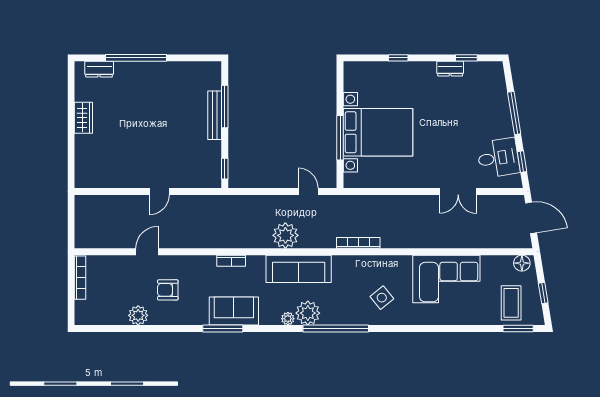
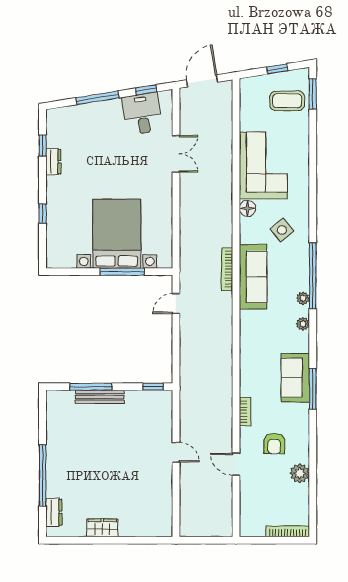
plant: (285, 235) -> (220, 326), removed
bookcase: (358, 243) -> (227, 269), moved
bookcase: (231, 261) -> (245, 412), moved
floor lamp: (522, 263) -> (247, 208), moved
sofa: (299, 269) -> (253, 277), moved
bookcase: (80, 278) -> (288, 531), moved
plant: (308, 313) -> (303, 298), width x0.53, depth x0.53

